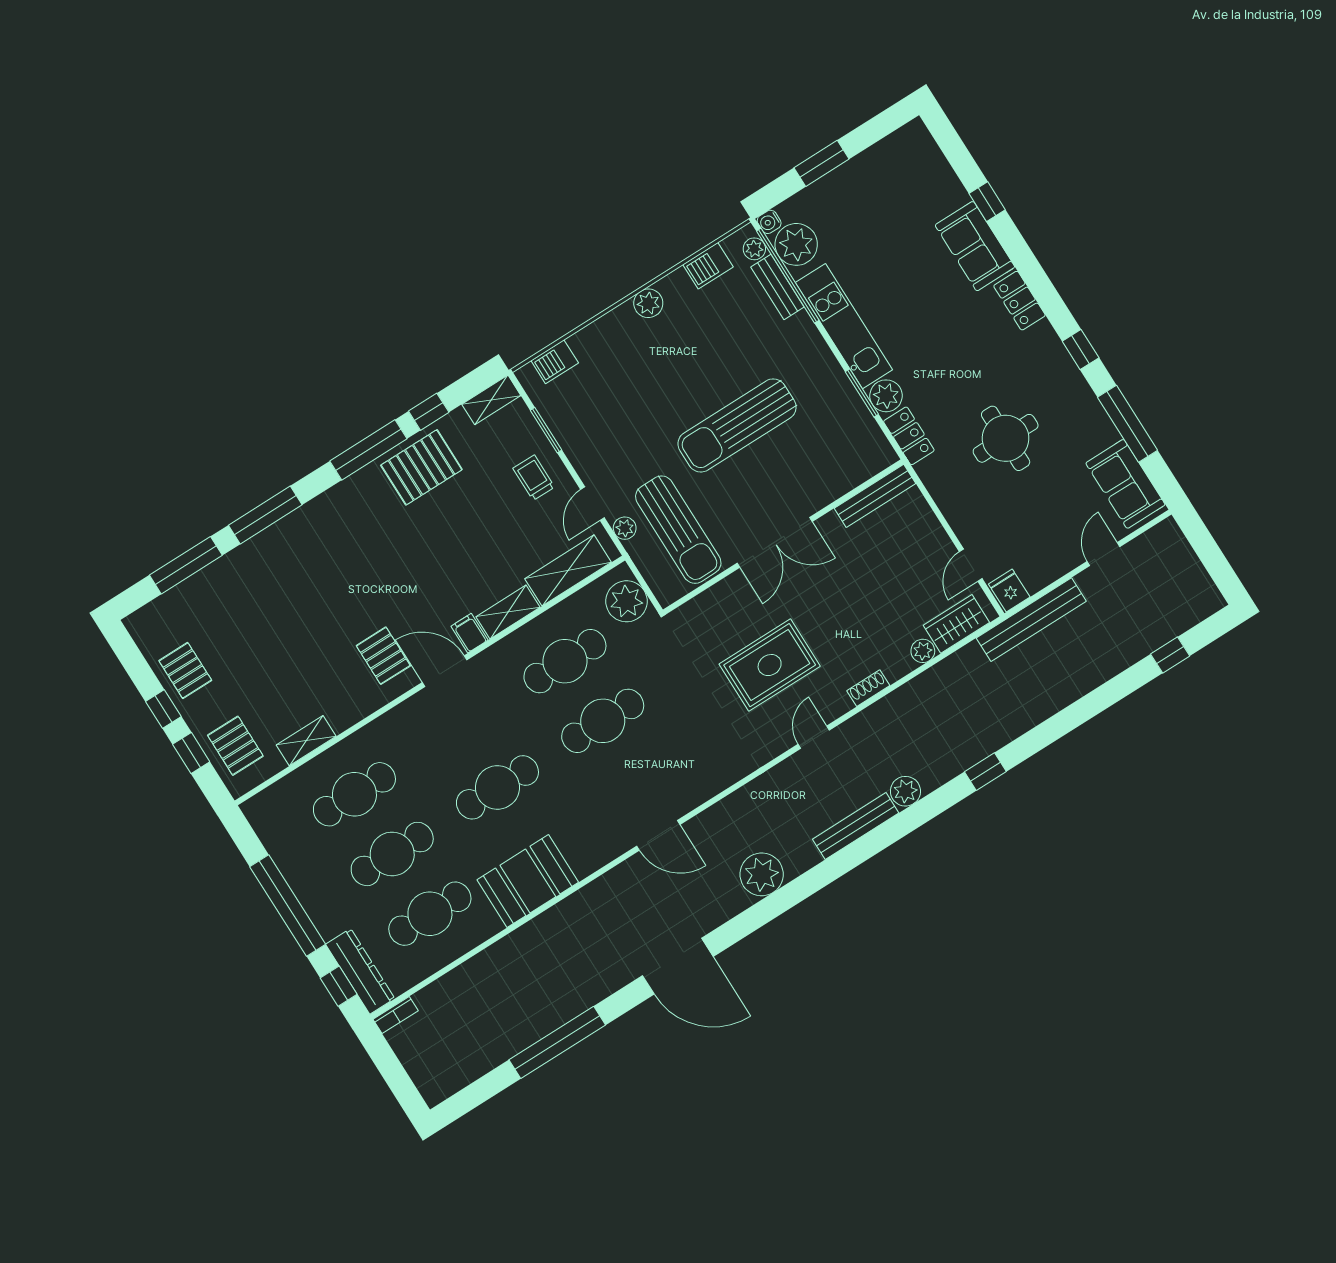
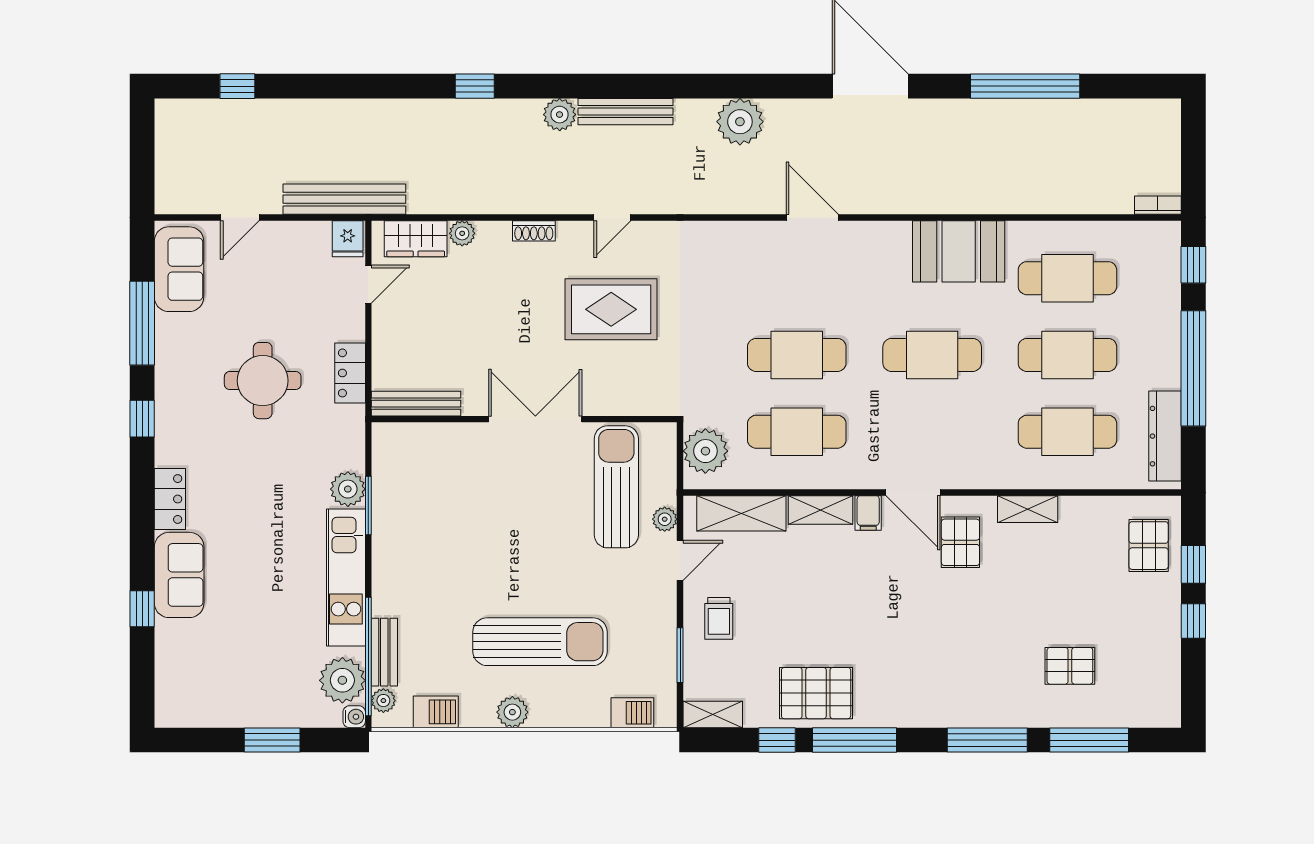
sun lounger: (737, 425) -> (540, 642), moved
locker: (909, 436) -> (350, 373), moved
pallet: (185, 670) -> (1070, 666), moved, turned 90
shelving: (306, 741) -> (1028, 509), moved
dresser: (360, 971) -> (1165, 436), moved

